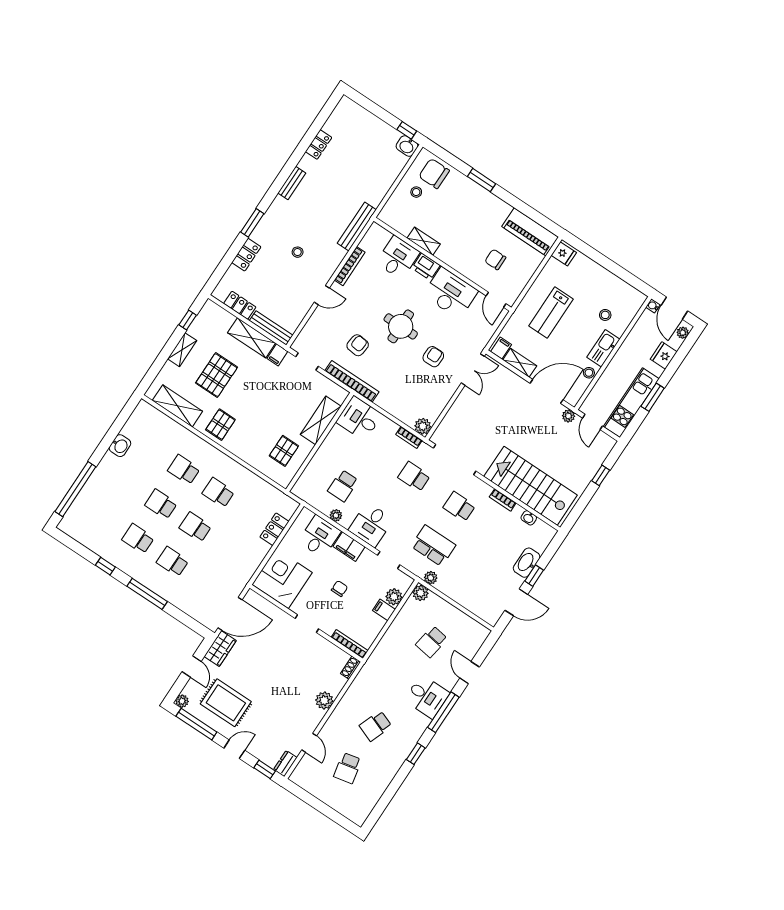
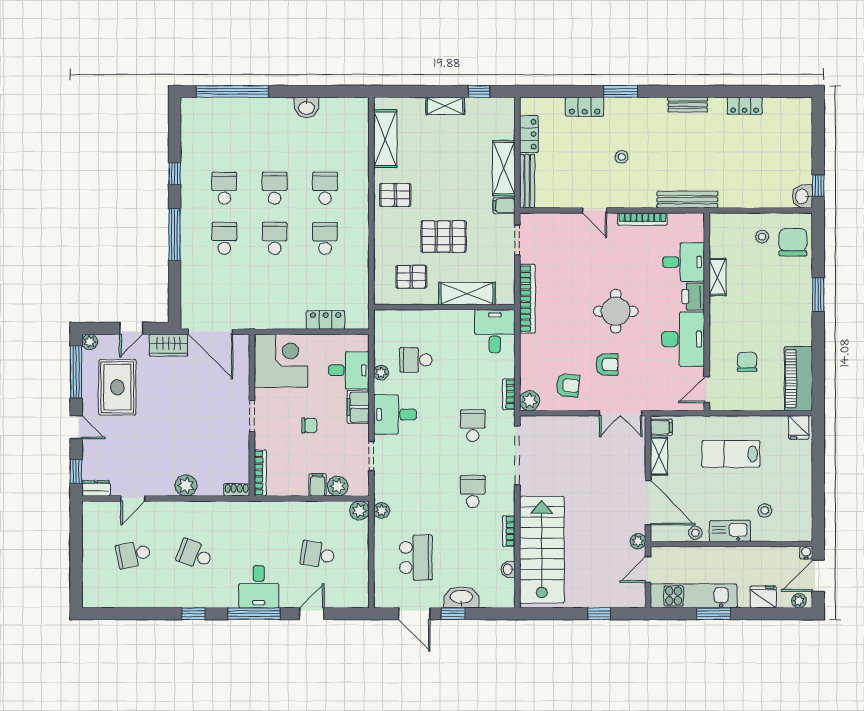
armchair: (358, 345) -> (568, 385), moved
pallet: (217, 375) -> (444, 237), moved
school desk: (433, 546) -> (416, 558), moved

